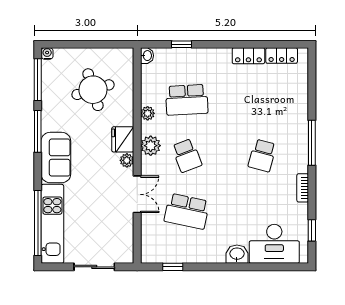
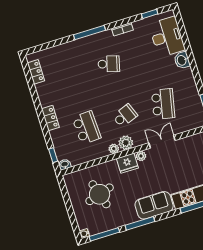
window: (182, 44) -> (53, 155), moved
locker: (248, 56) -> (50, 118), moved
plant: (148, 113) -> (114, 149), moved

